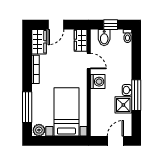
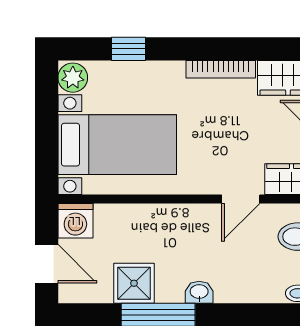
washing machine: (98, 82) -> (75, 221), moved
washbasin: (127, 90) -> (199, 292), moved
window: (27, 107) -> (129, 49), width x0.46

